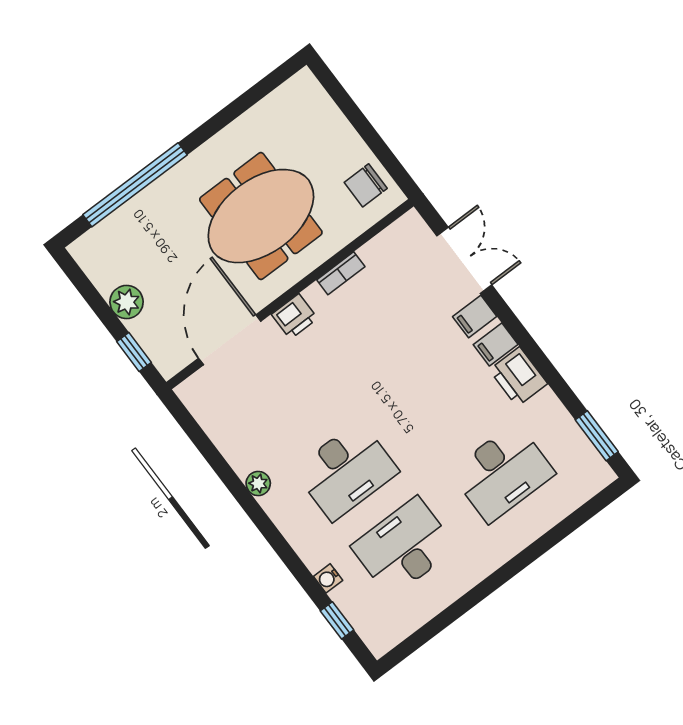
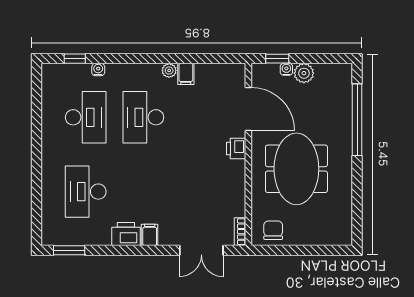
bookcase: (341, 273) -> (240, 232), moved
filing cabinet: (475, 317) -> (186, 74), moved, turned 180
water cooler: (139, 329) -> (286, 69), added

